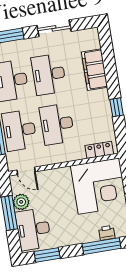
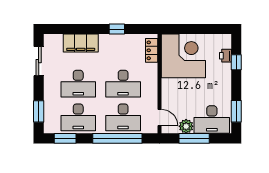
sliding door: (54, 28) -> (39, 61), moved
door: (26, 171) -> (160, 118), hinge flipped
window: (101, 246) -> (236, 62), width x0.46

